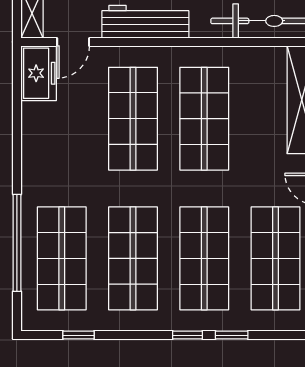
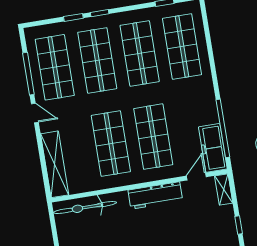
freezer: (39, 73) -> (213, 148), width x1.40
window: (17, 243) -> (223, 128), moved

